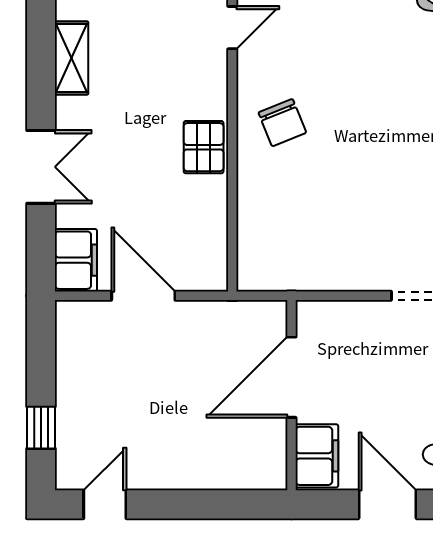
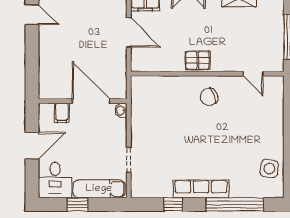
door: (143, 296) -> (129, 32), hinge flipped
washbasin: (312, 313) -> (121, 110), added
filing cabinet: (317, 456) -> (62, 113), width x0.50

